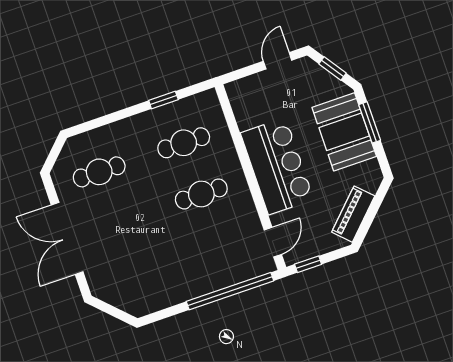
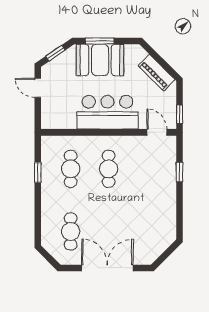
double door: (67, 238) -> (107, 268), swing flipped
window: (230, 291) -> (180, 172), width x0.32

